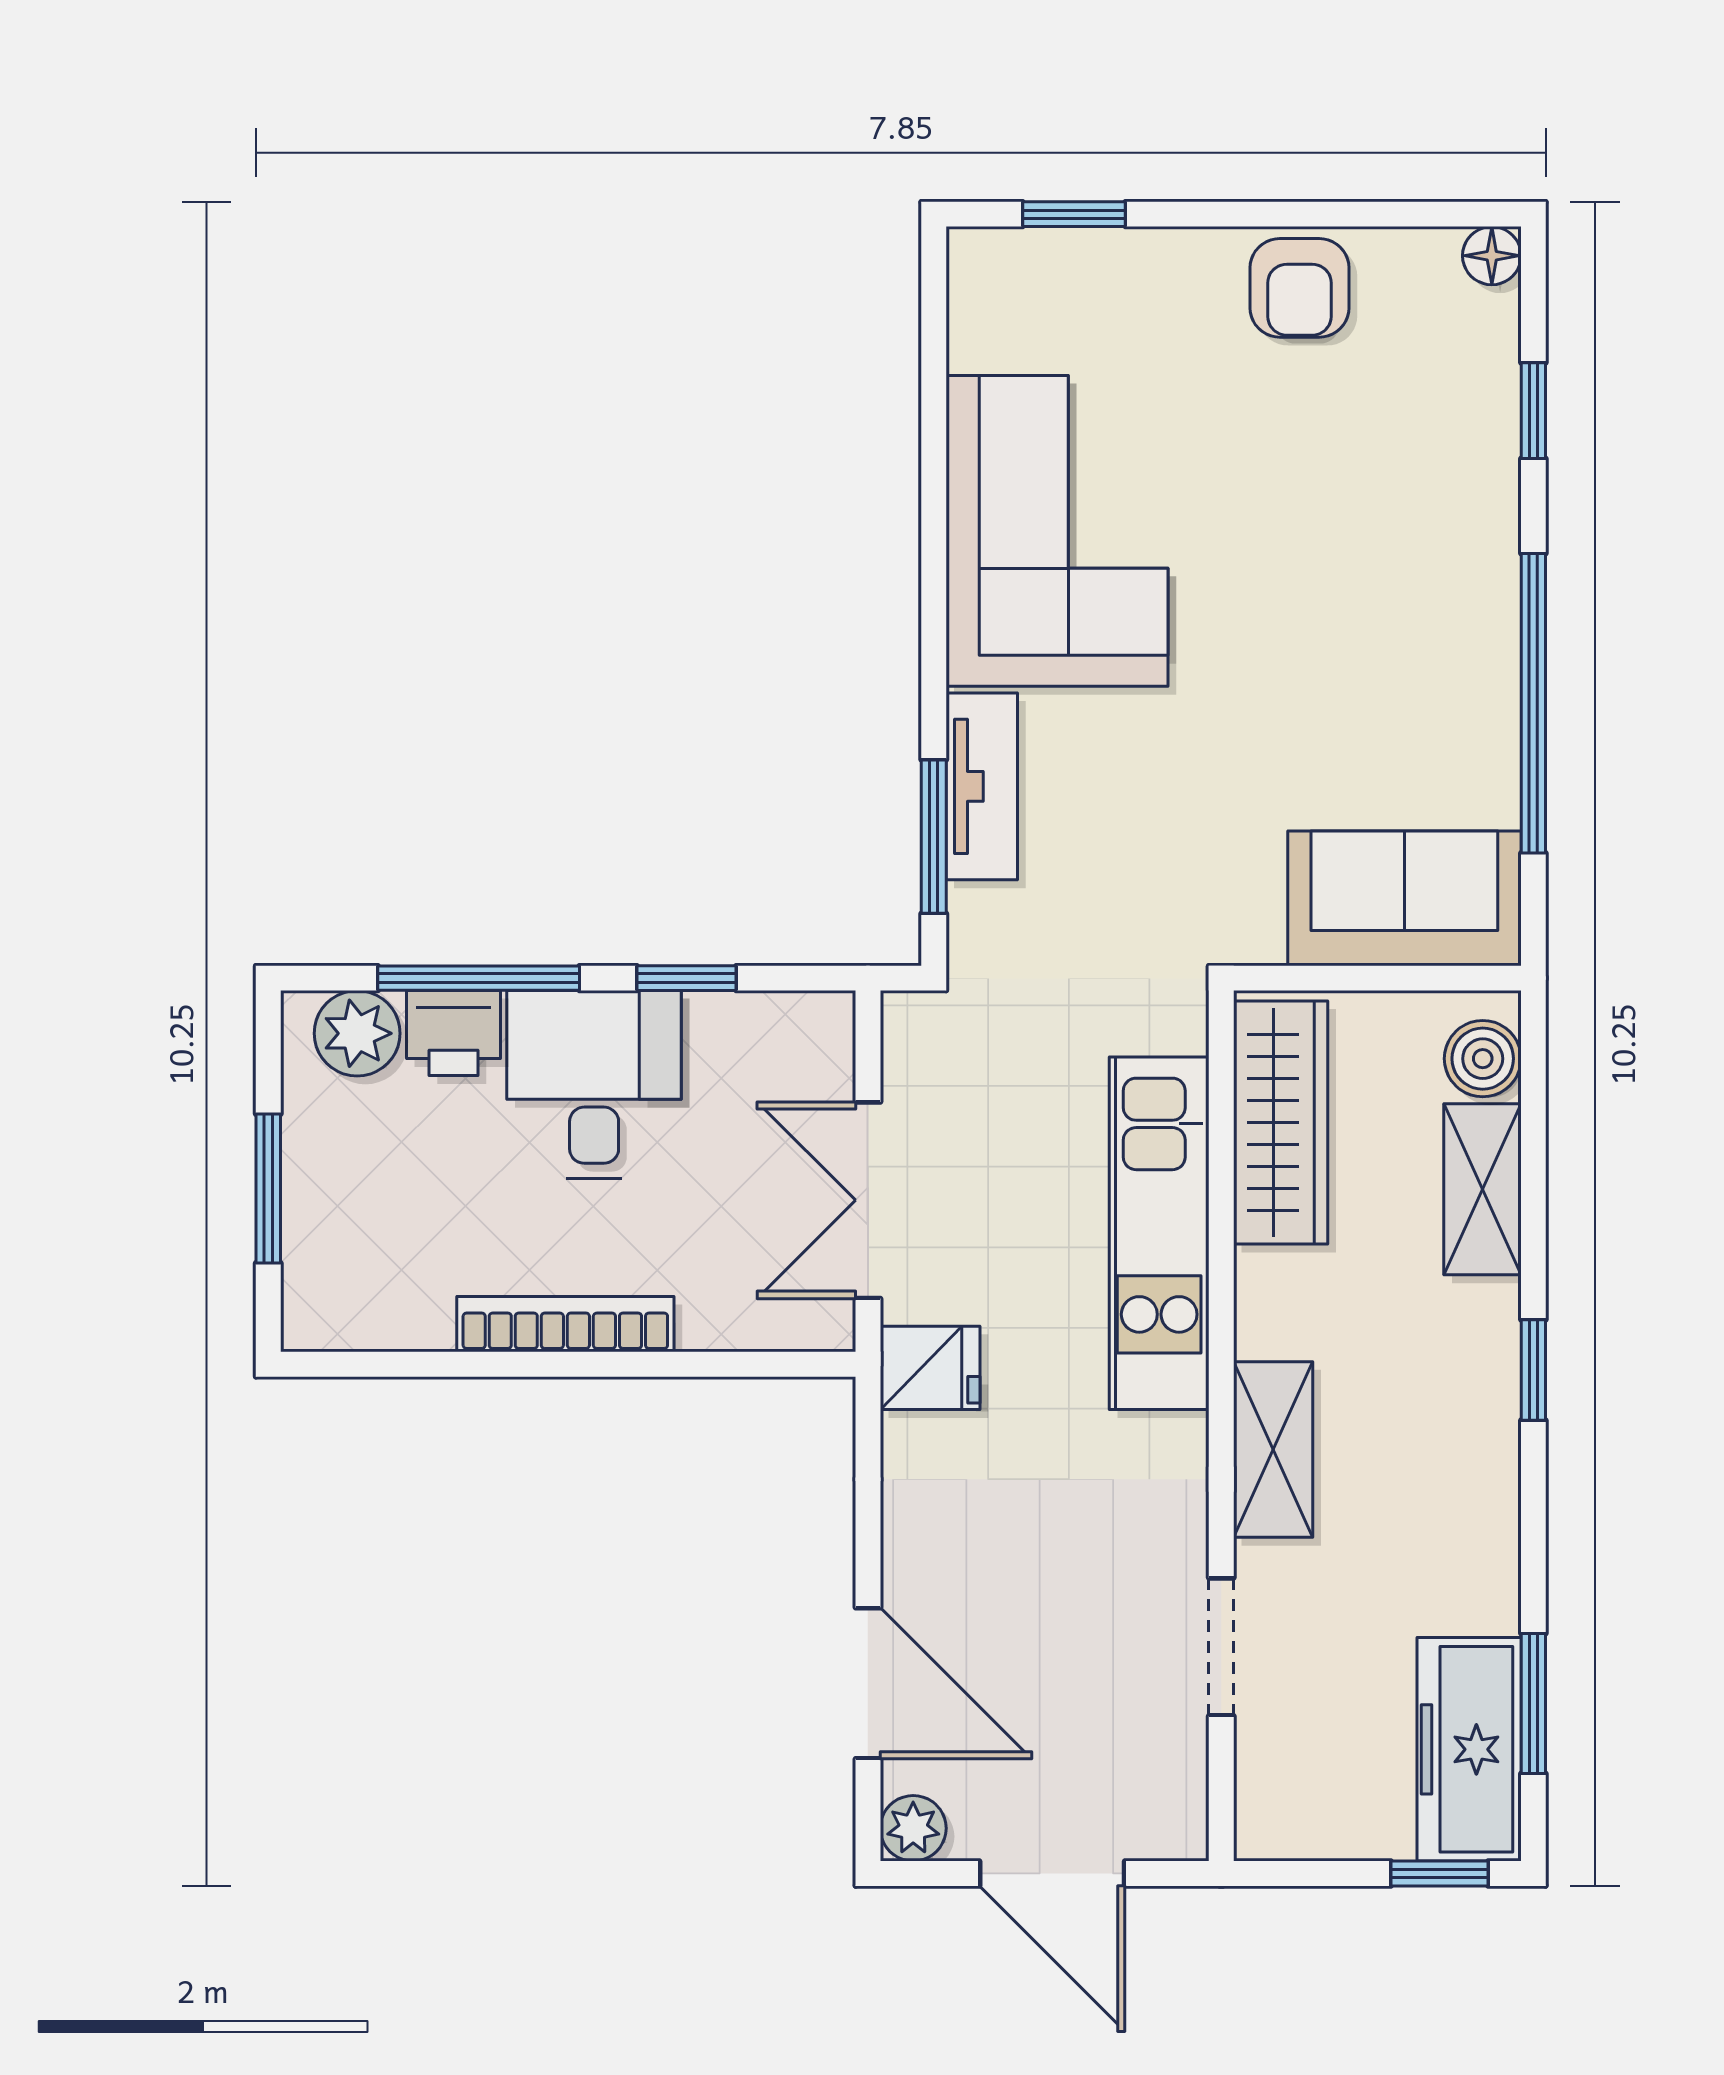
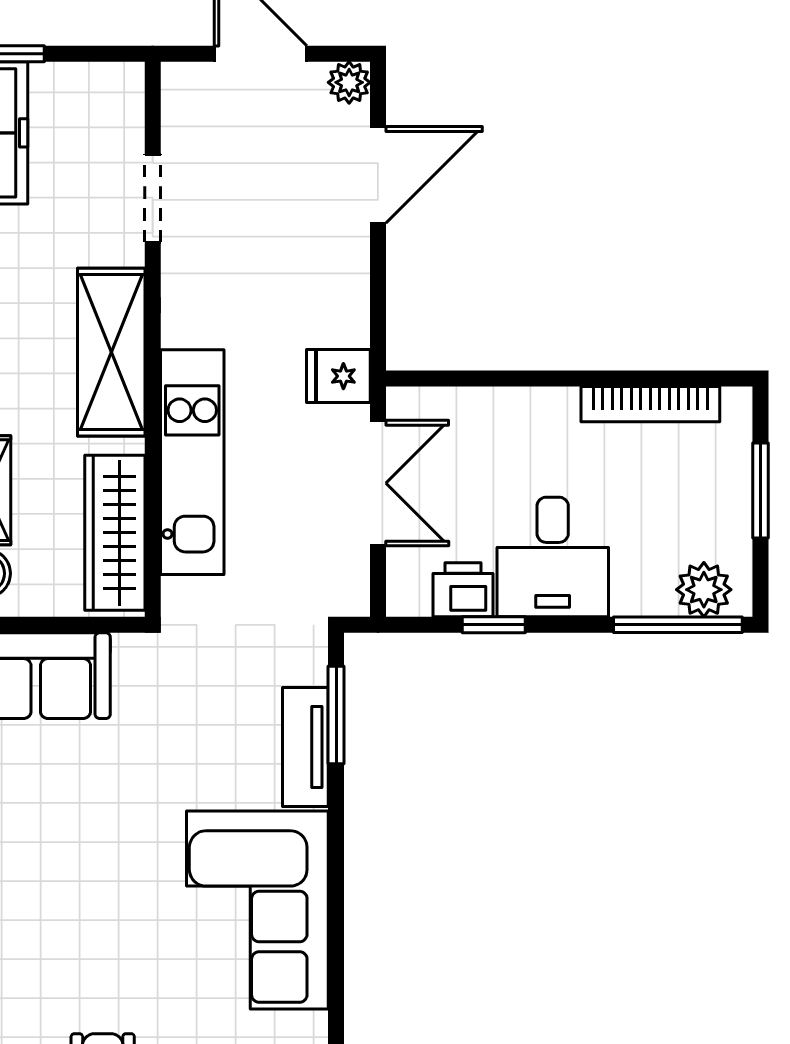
window: (479, 978) -> (678, 625), moved
printer: (453, 1033) -> (463, 590), moved
bookcase: (565, 1324) -> (650, 404), moved
shelving: (1273, 1450) -> (111, 352), width x1.50, depth x1.33
door: (868, 1683) -> (378, 175), swing flipped

